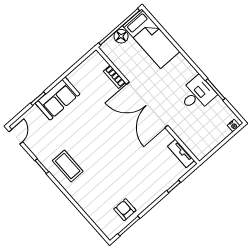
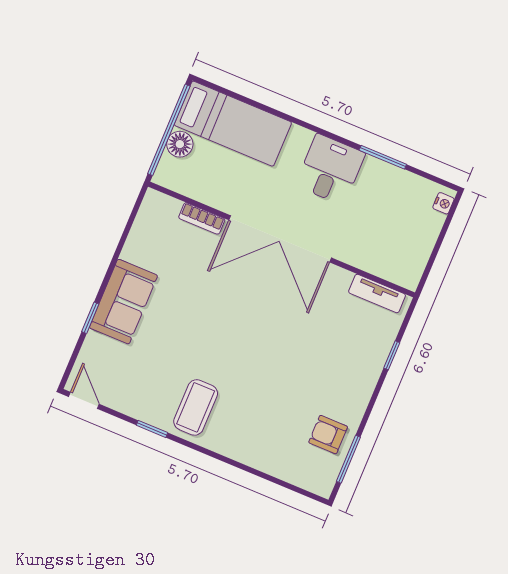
desk: (197, 94) -> (330, 169), moved
coffee table: (68, 166) -> (196, 407), turned 90

